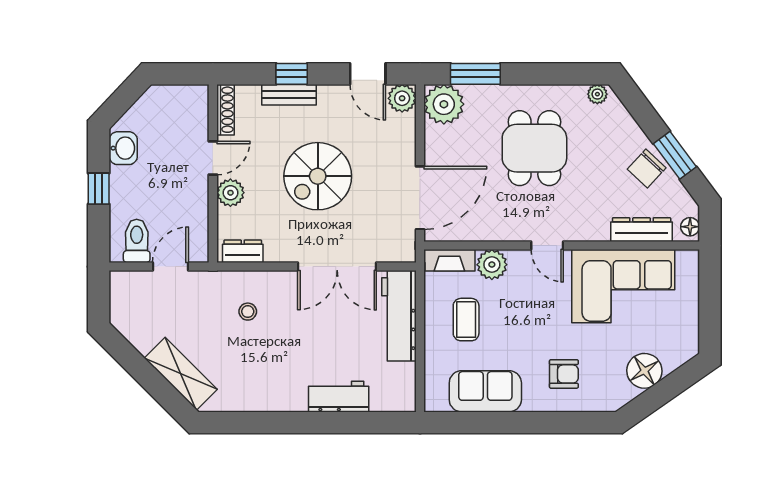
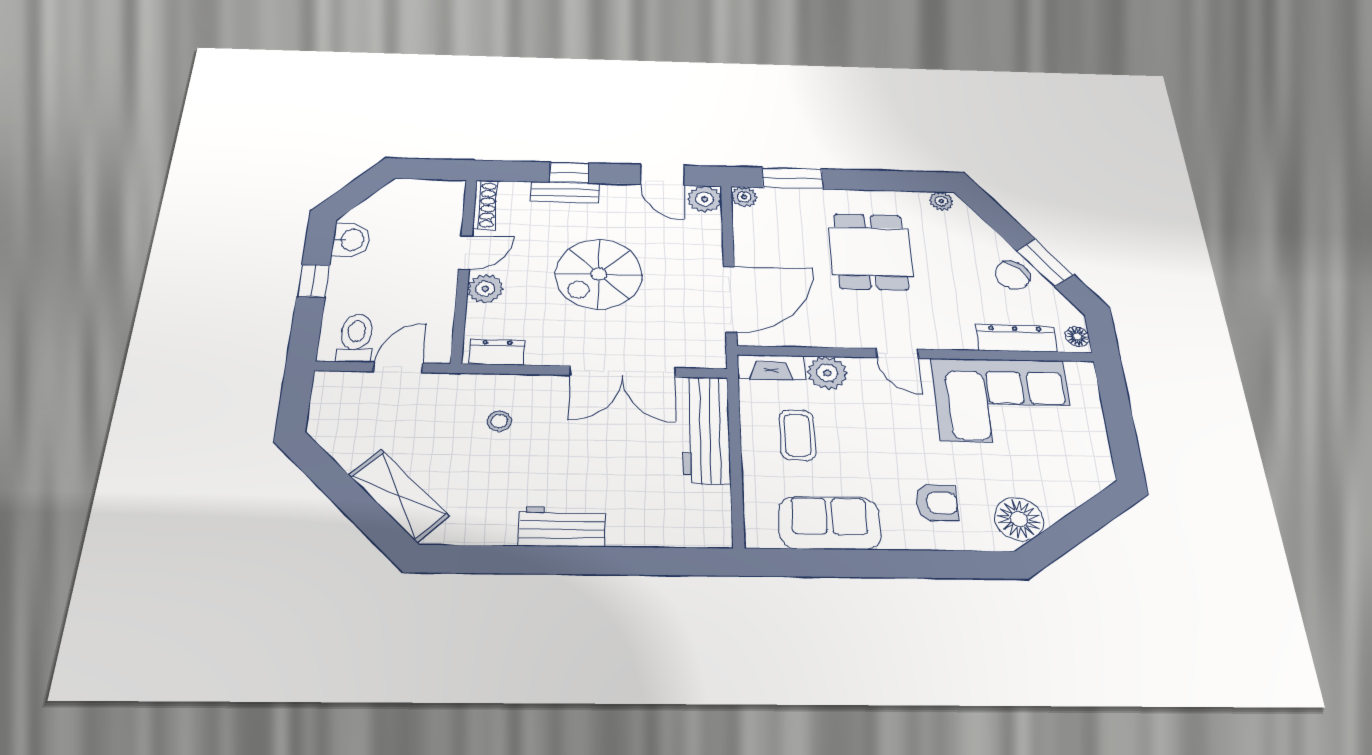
plant: (444, 104) -> (744, 197), width x0.53, depth x0.53
floor lamp: (644, 371) -> (1019, 519), moved
workbench: (339, 397) -> (562, 526), moved

